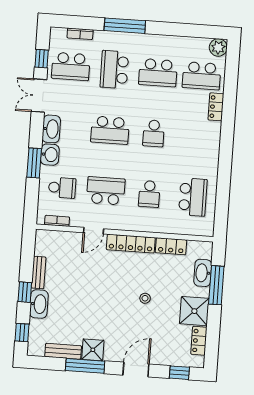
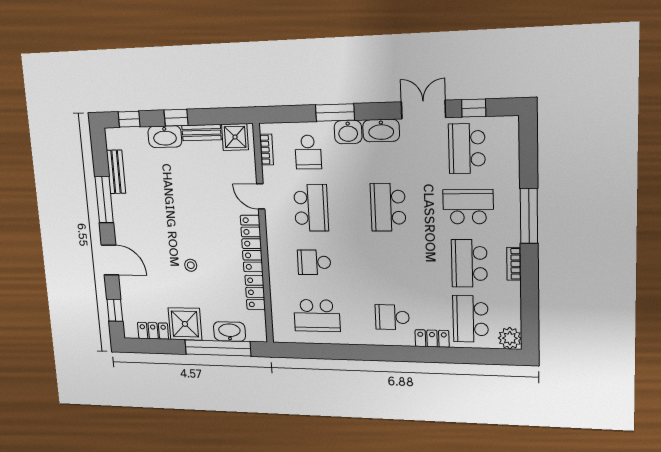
bookcase: (80, 34) -> (514, 264), moved
school desk: (154, 133) -> (392, 317), moved
window: (216, 285) -> (218, 348), width x1.46
shower: (93, 350) -> (235, 137), moved

